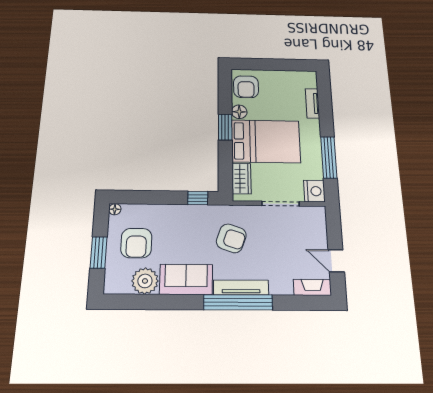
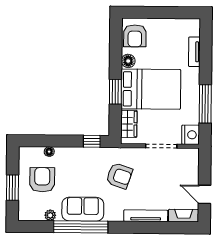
window: (225, 127) -> (115, 92), moved
floor lamp: (115, 209) -> (49, 152), moved
armchair: (136, 243) -> (42, 180), turned 180
plant: (145, 281) -> (50, 215), width x0.53, depth x0.53
tv unit: (241, 287) -> (146, 216), moved
window: (238, 302) -> (81, 227), moved

